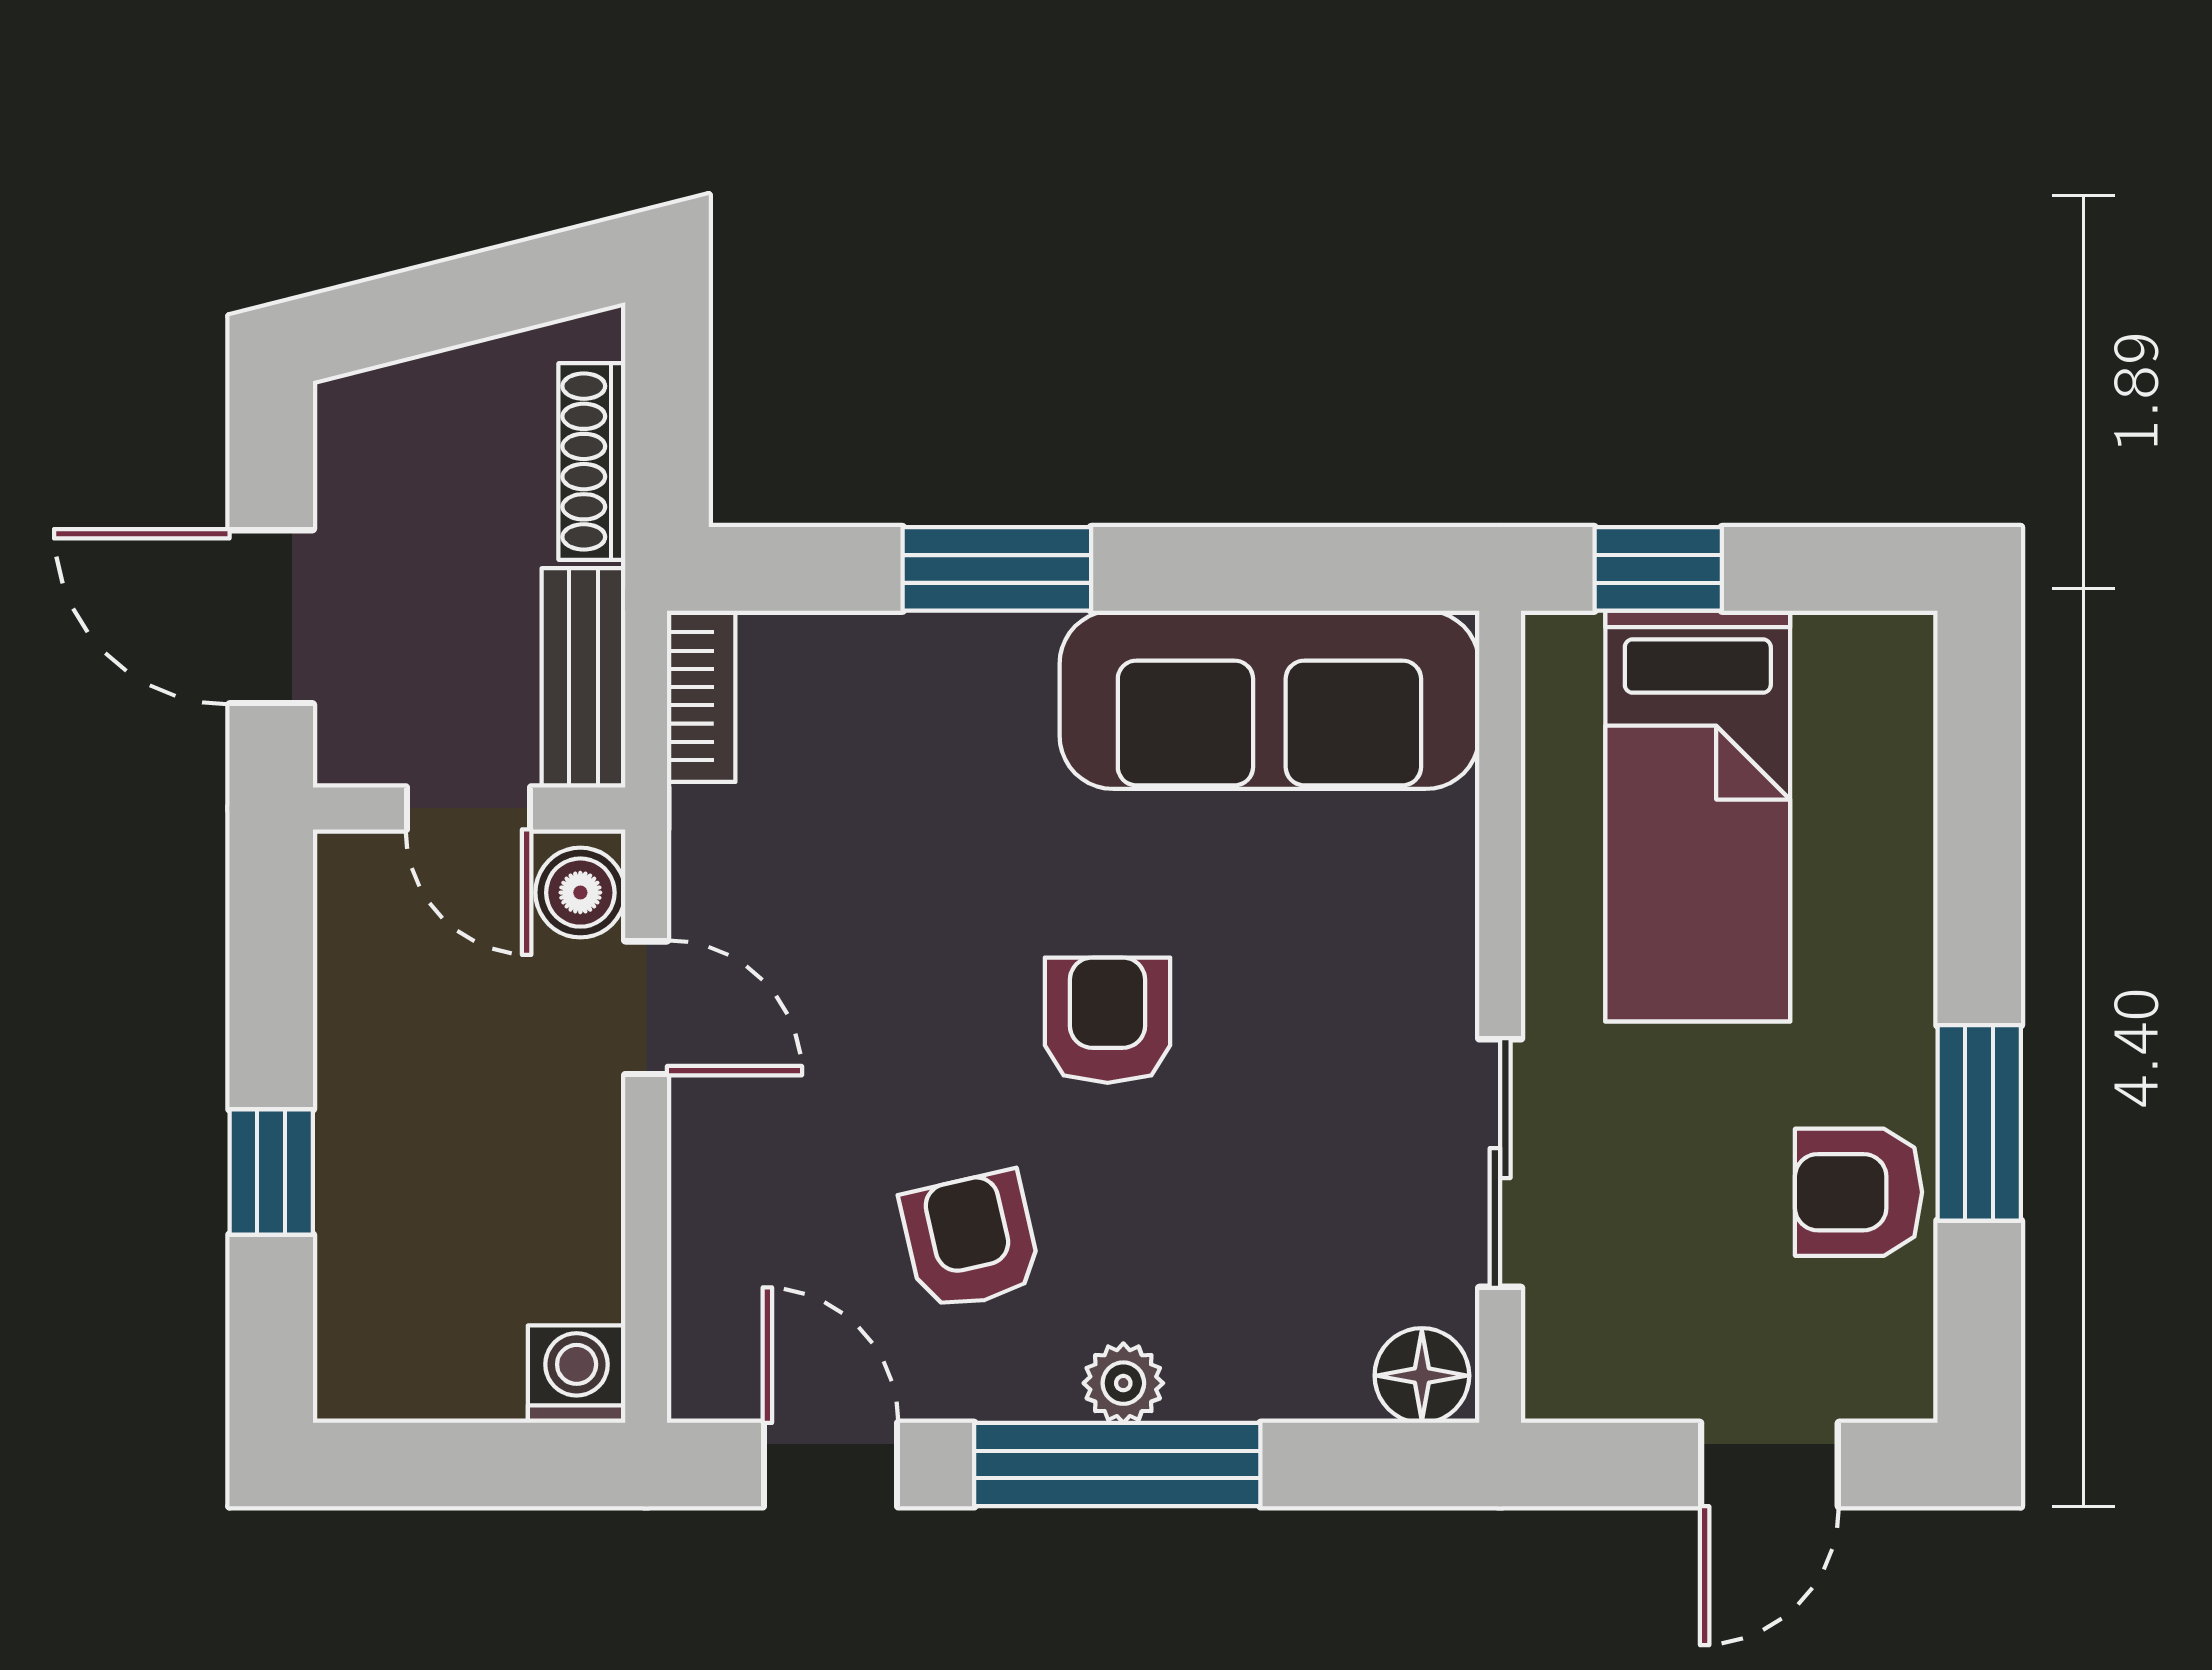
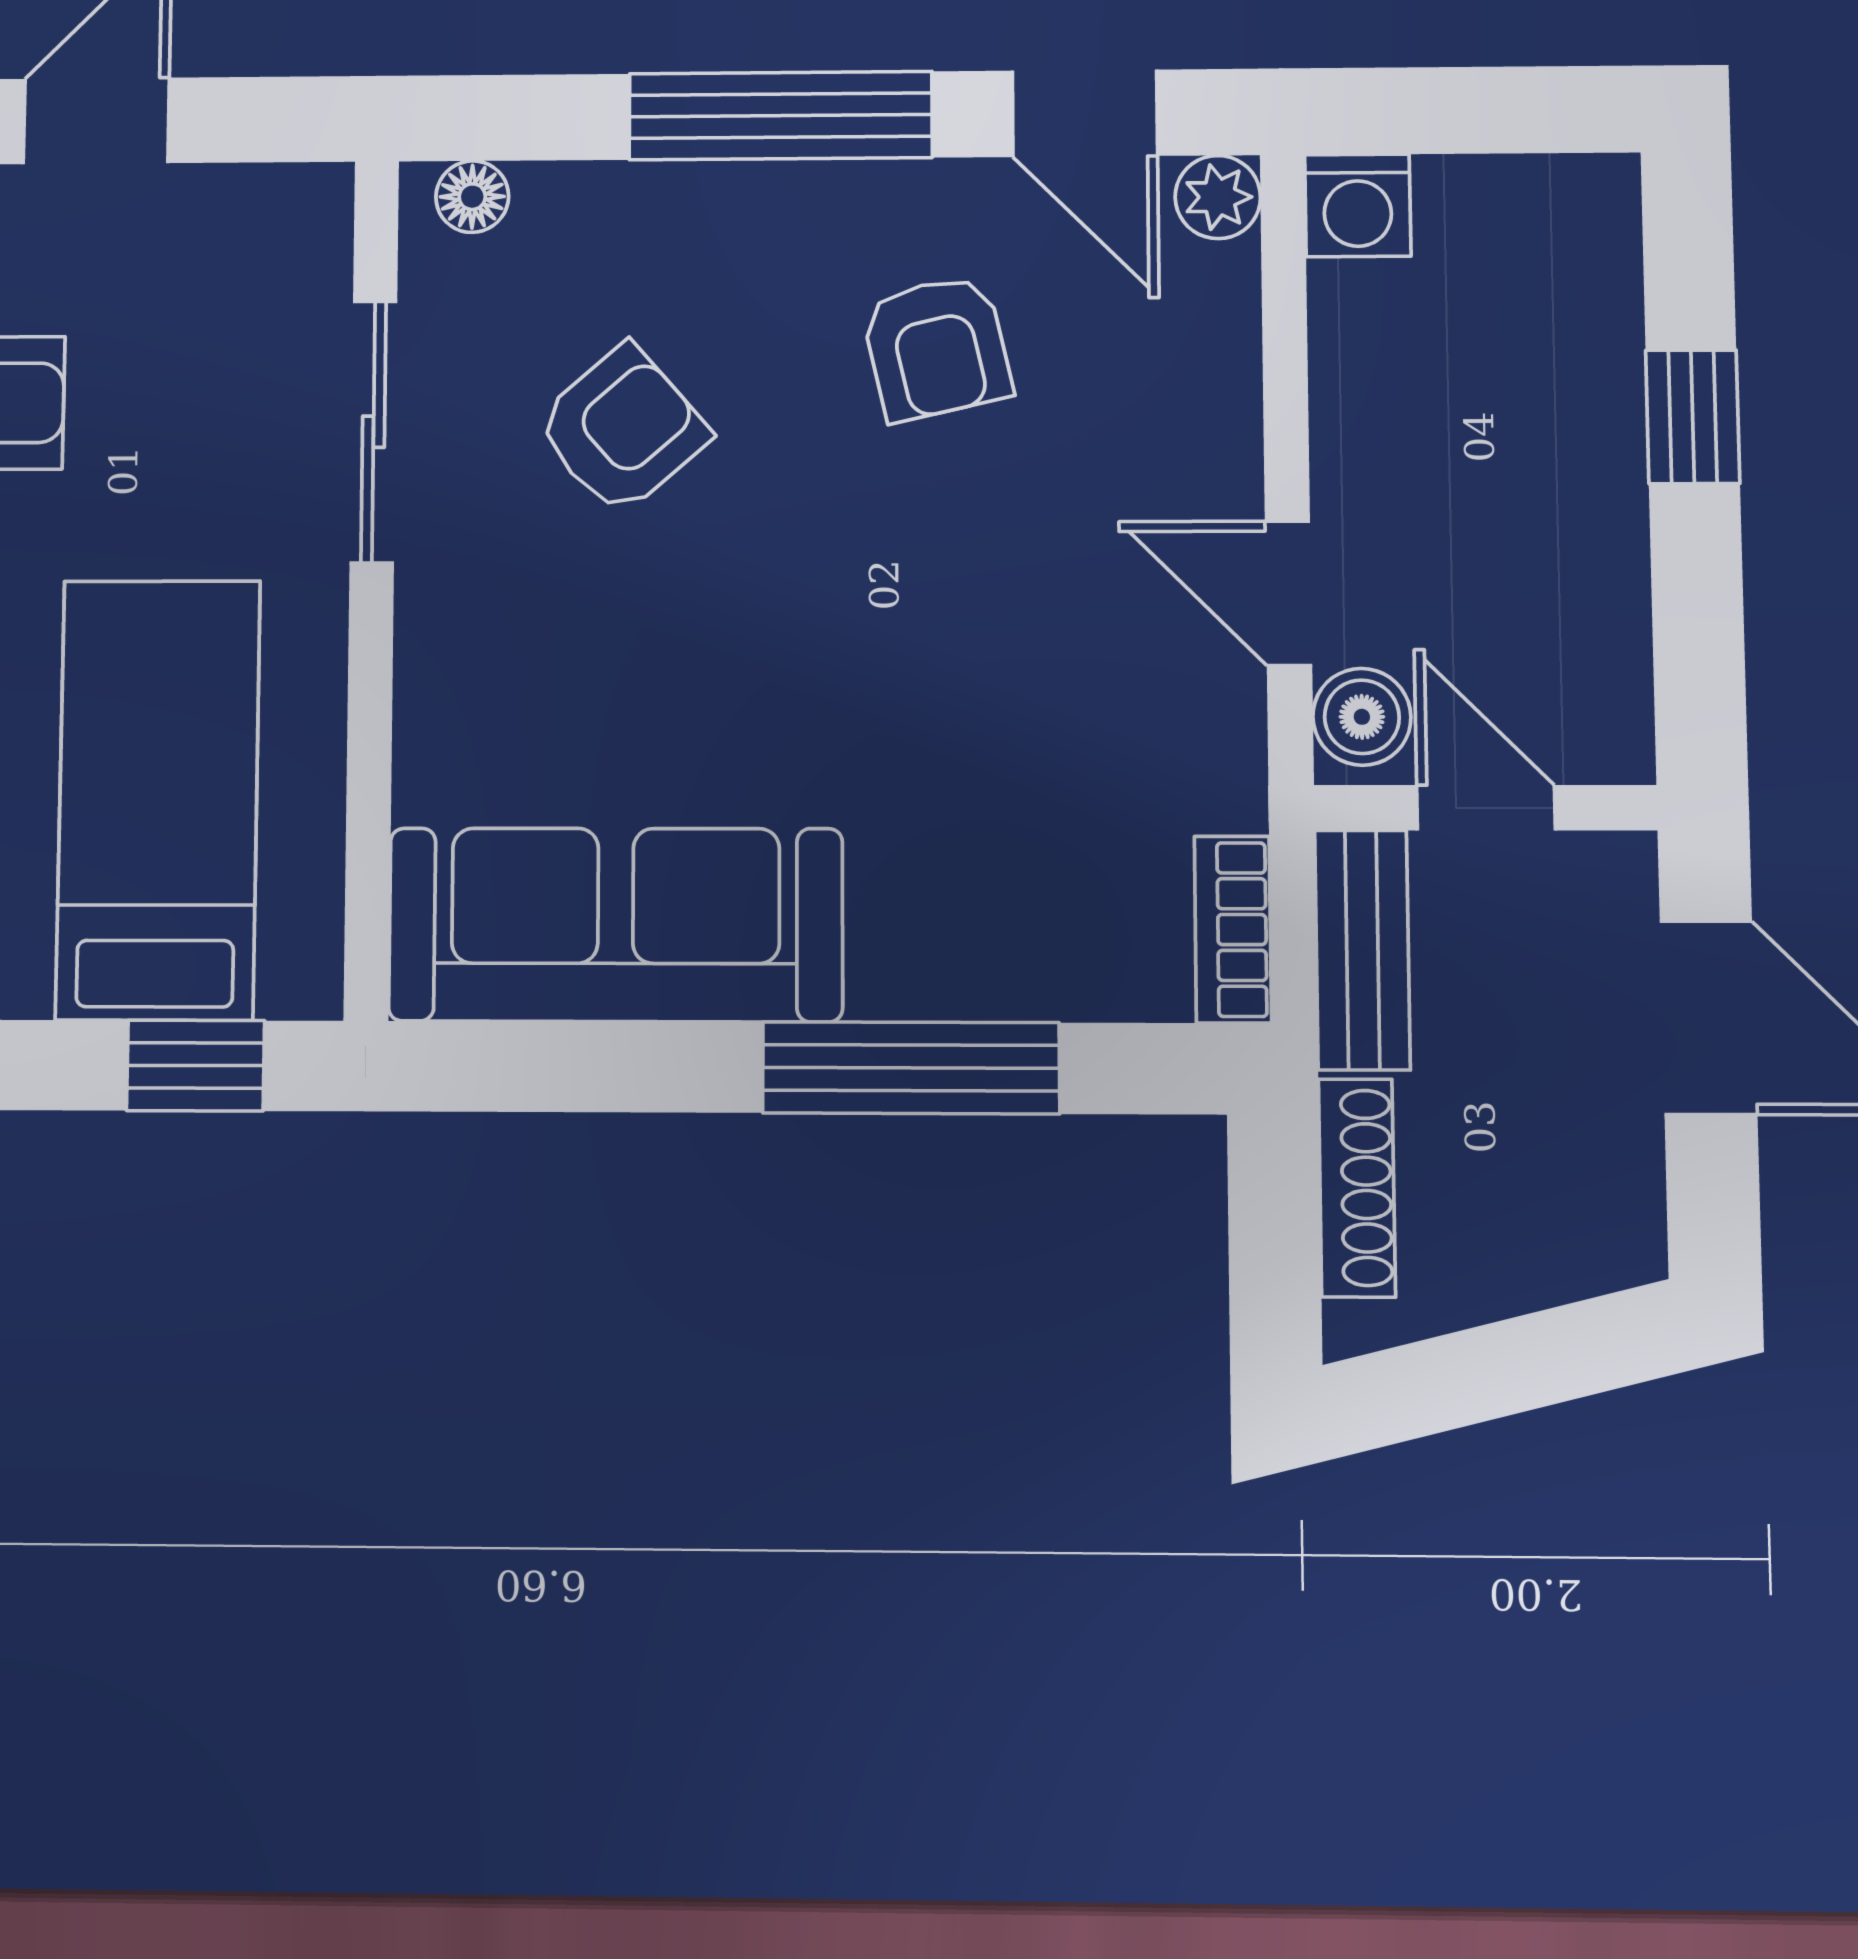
window: (997, 569) -> (911, 1068), width x1.44
armchair: (1108, 1020) -> (622, 430), moved, turned -131
floor lamp: (1422, 1376) -> (472, 197), width x0.73, depth x0.73
plant: (1123, 1383) -> (1218, 197), moved

